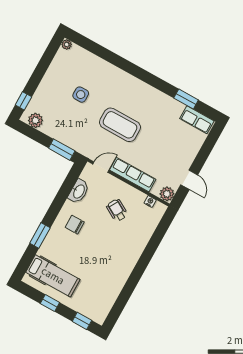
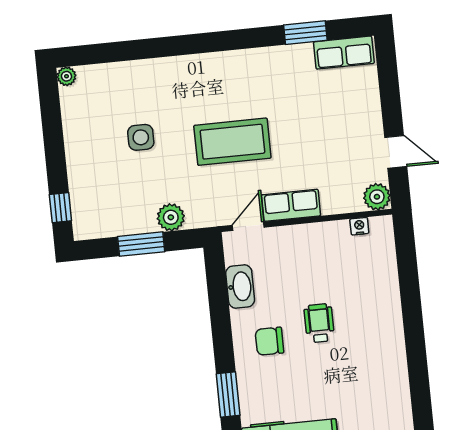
plant: (35, 120) -> (171, 217), moved
window: (62, 150) -> (141, 244), moved
row of seats: (133, 175) -> (291, 205), width x0.68
wheelchair: (117, 210) -> (319, 323), moved, turned 60

